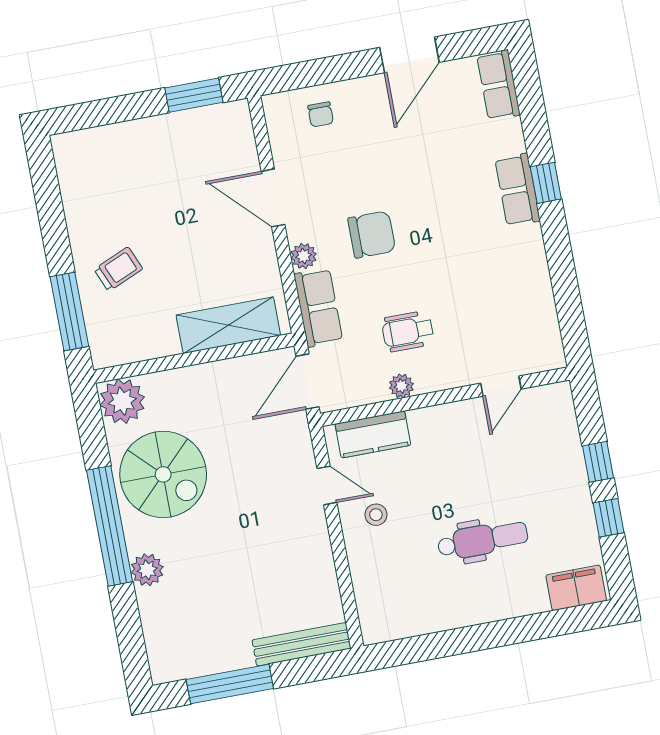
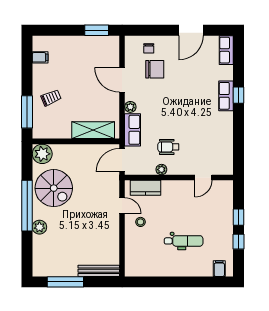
filing cabinet: (76, 181) -> (40, 57), added
chair: (372, 235) -> (155, 69), moved
filing cabinet: (576, 588) -> (219, 269), width x0.50

